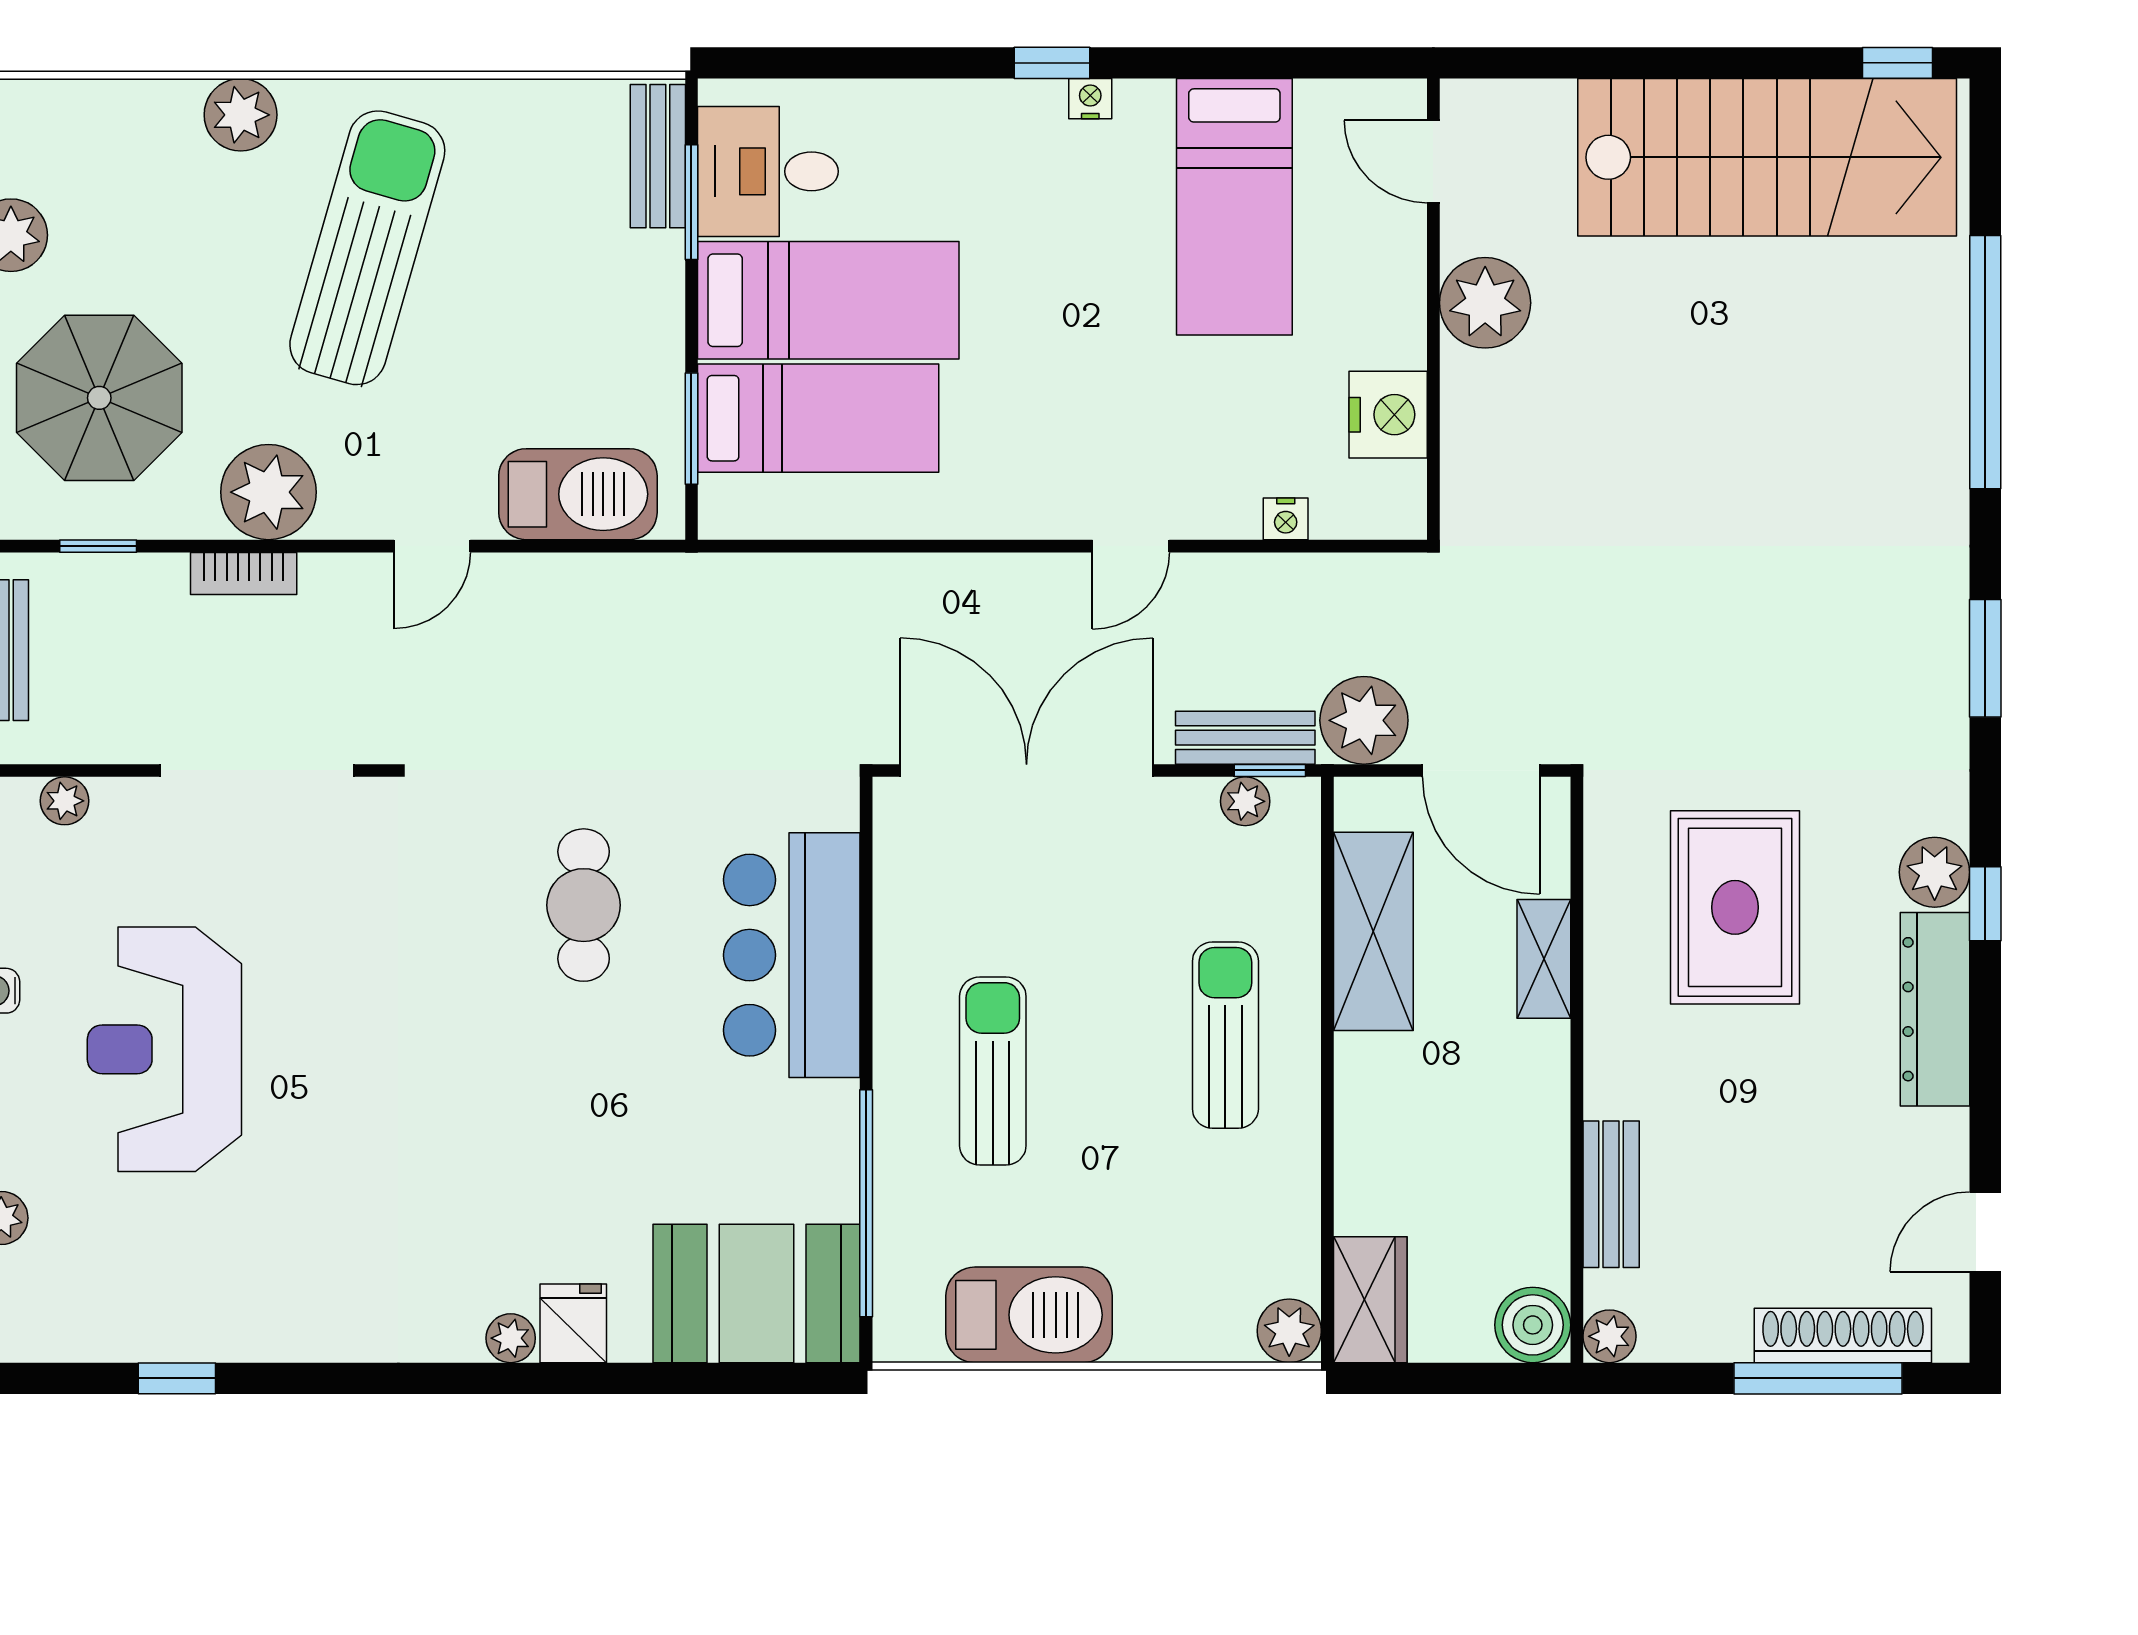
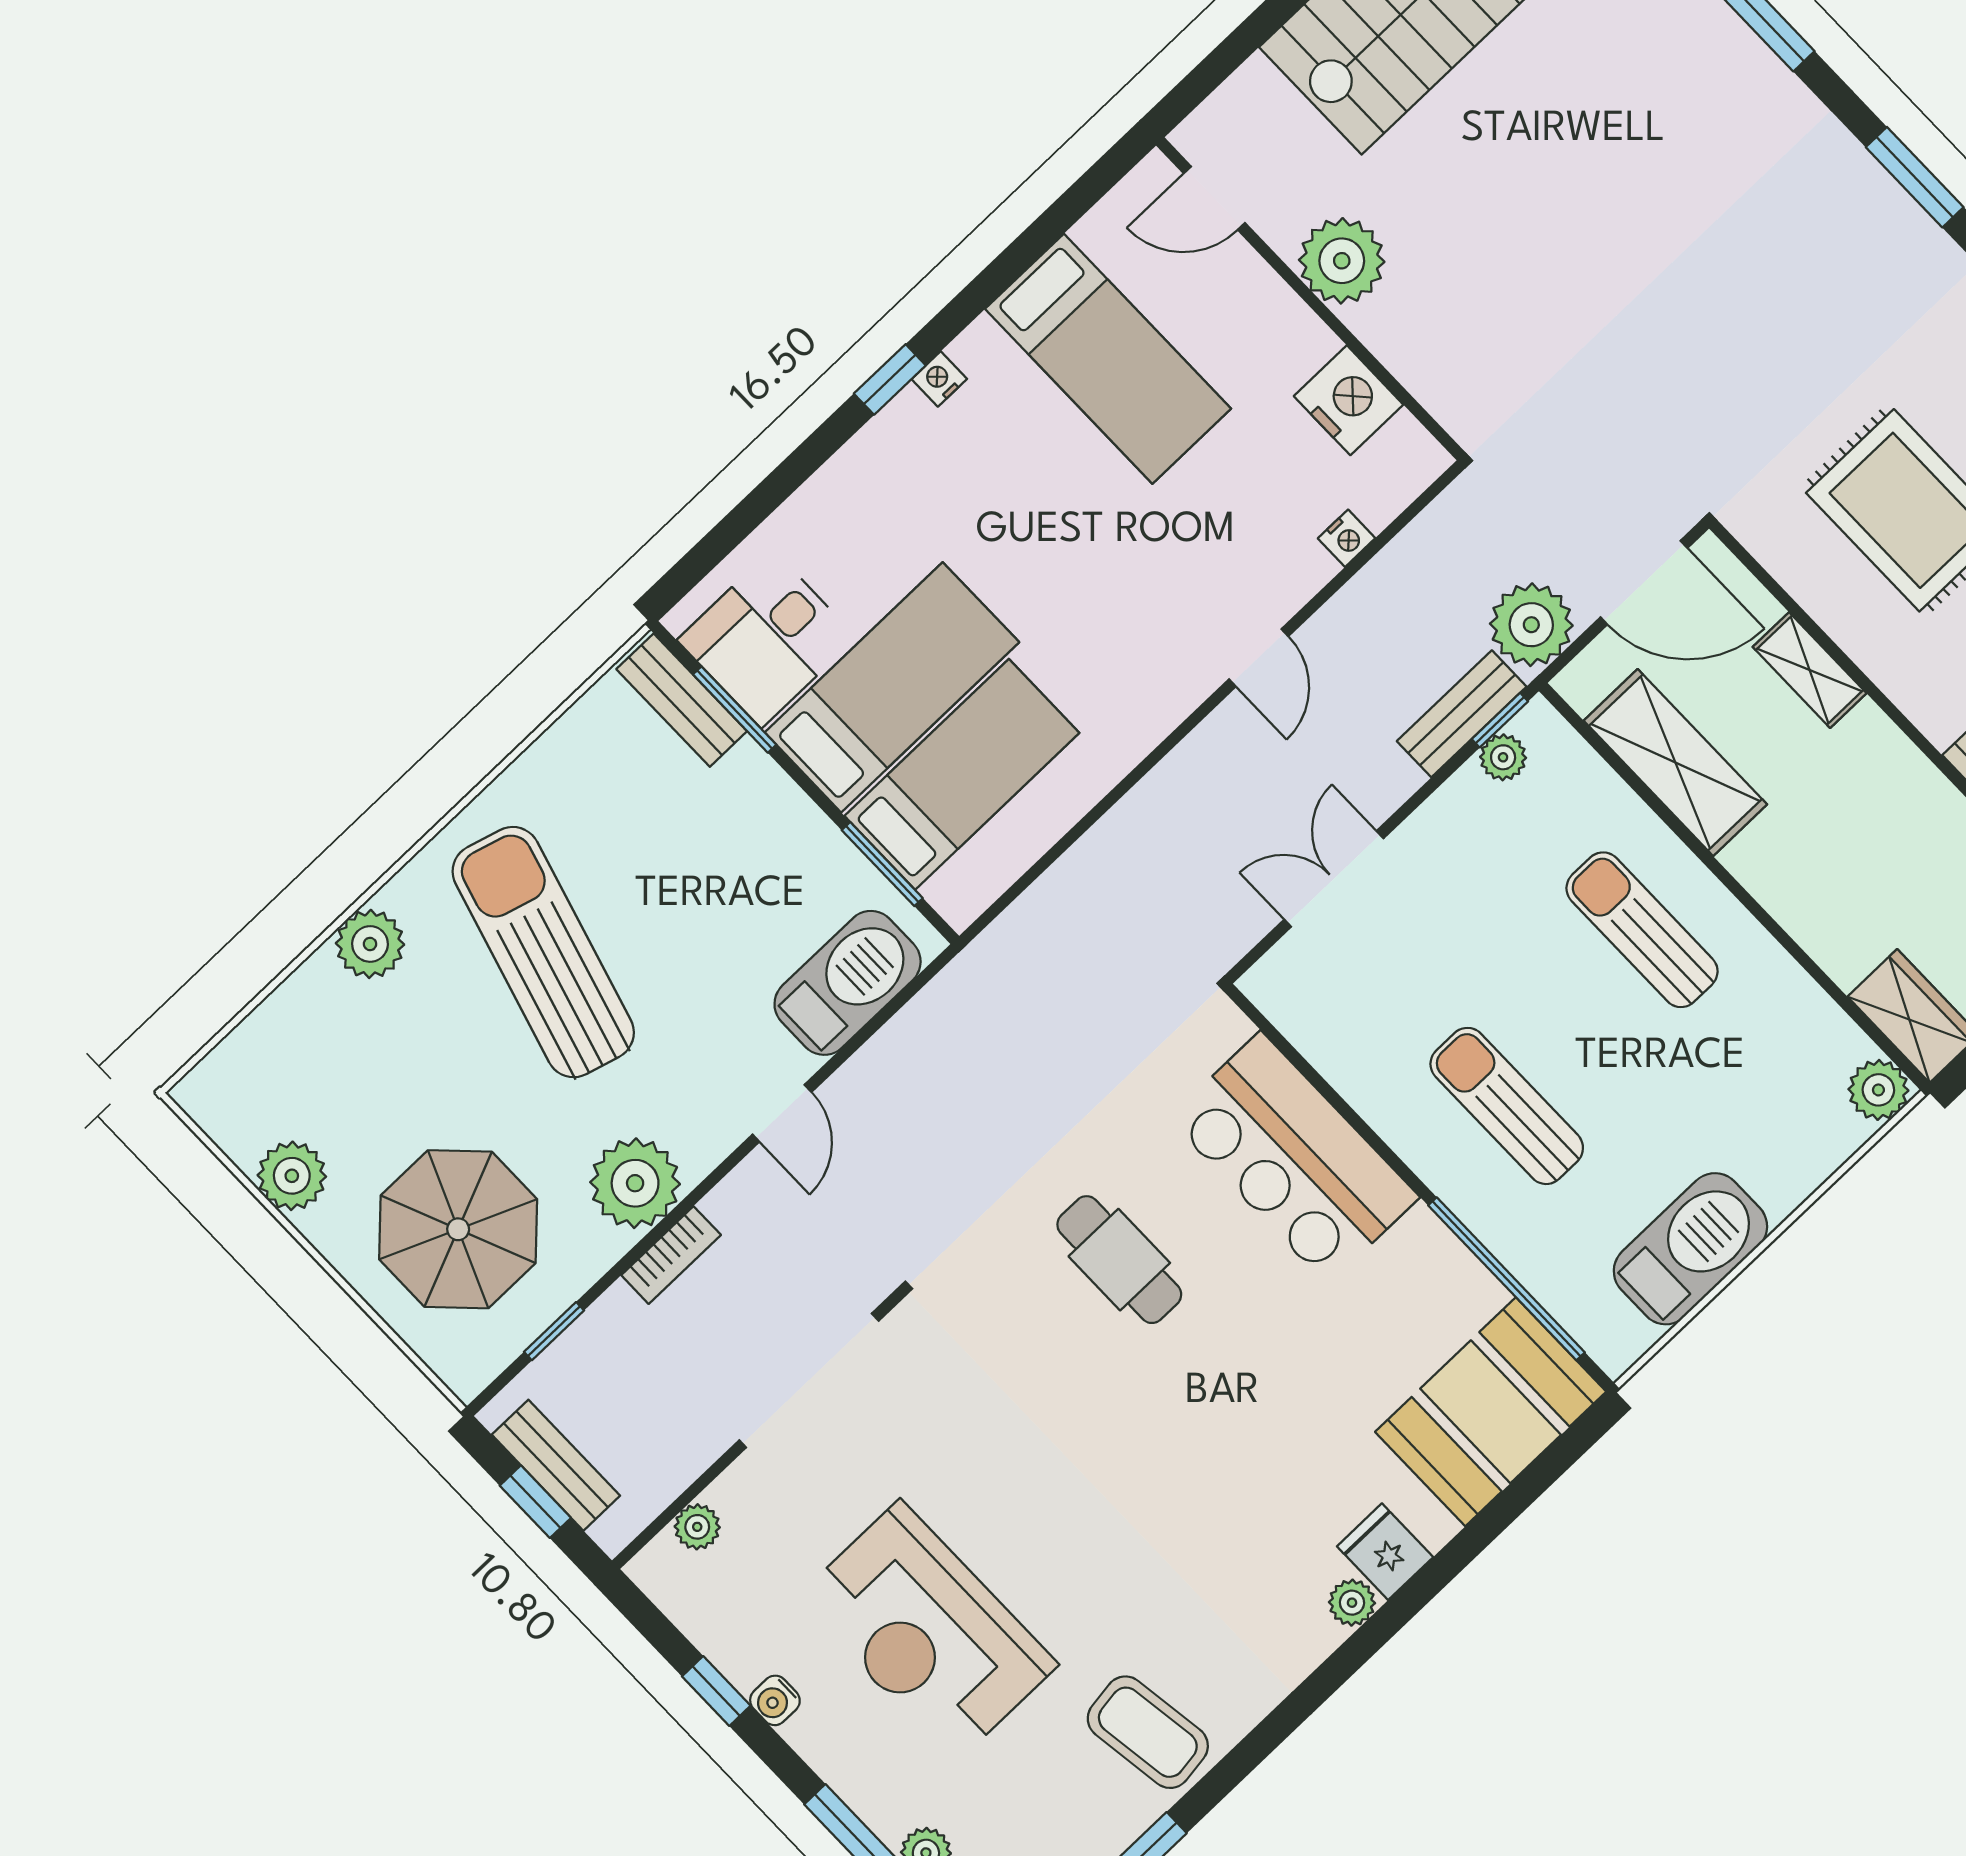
double door: (1027, 770) -> (1334, 879), width x0.54
coffee table: (259, 1288) -> (1148, 1732), added

